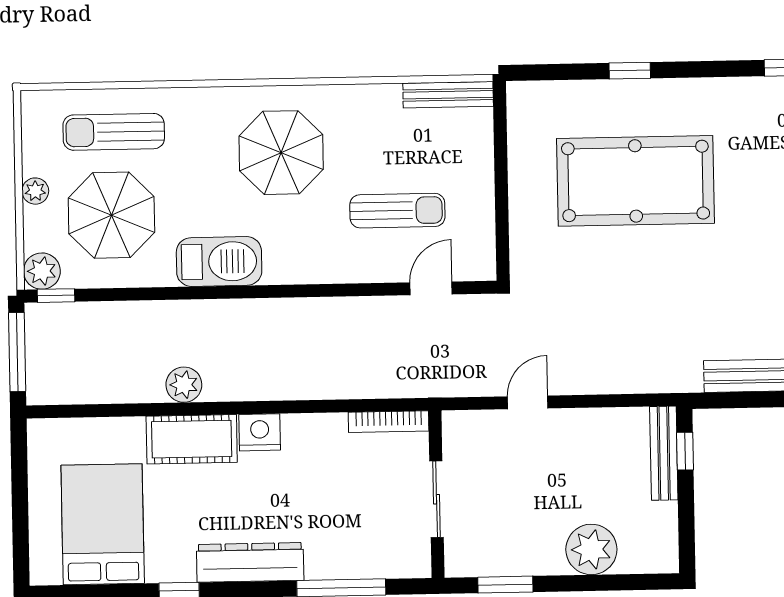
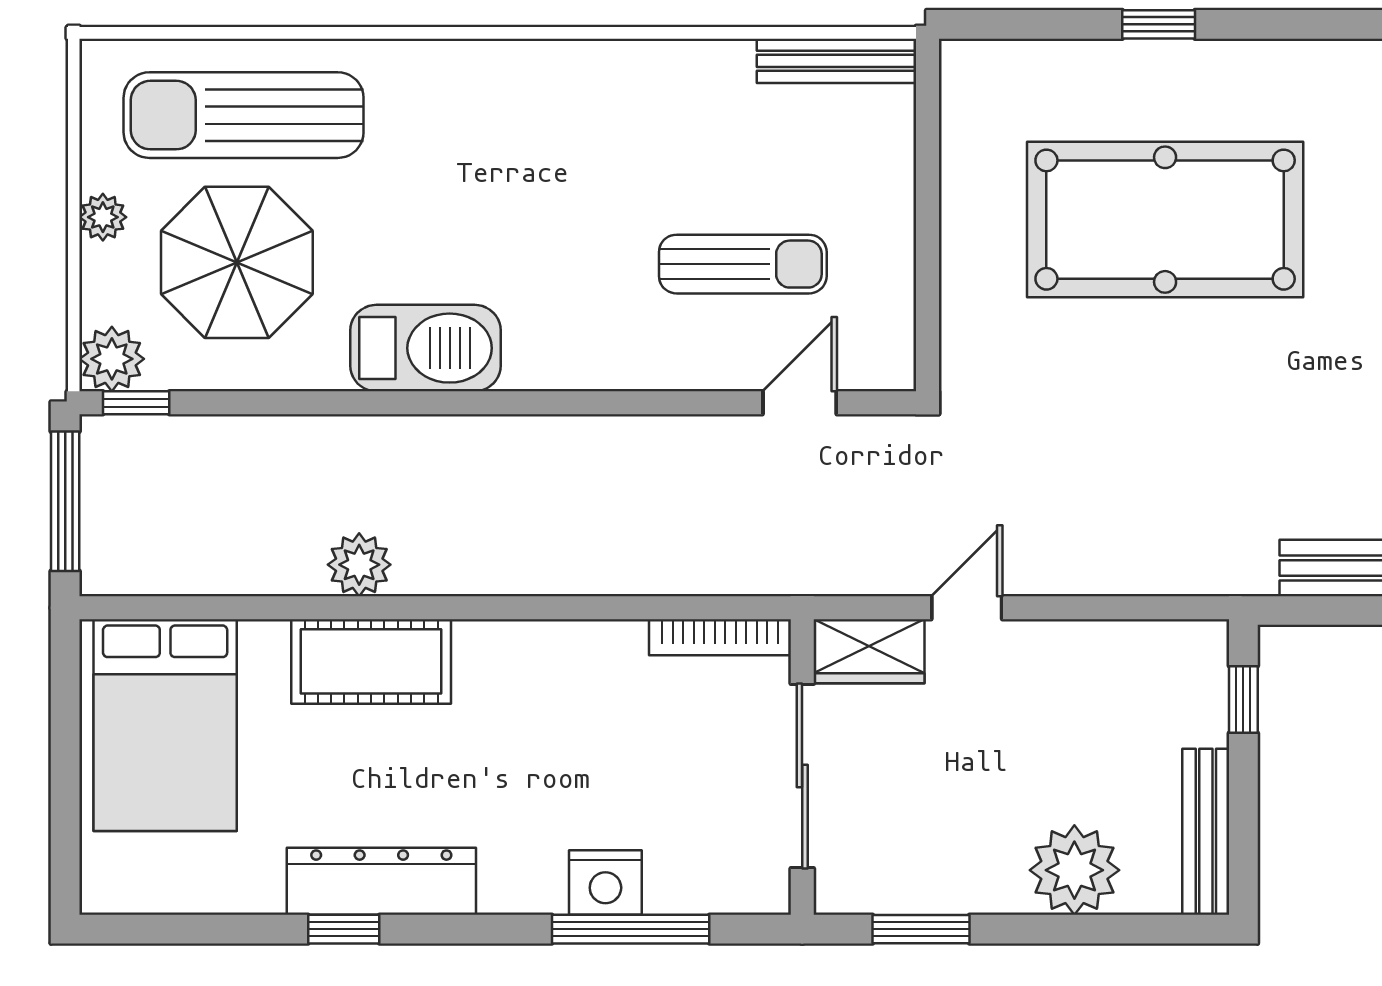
sun lounger: (114, 132) -> (244, 115), width x1.36, depth x1.34
parasol: (281, 153) -> (539, 157), removed
wardrobe: (473, 428) -> (869, 651), added
nightstand: (260, 432) -> (605, 883), moved, turned 180
bench: (664, 453) -> (1206, 832), moved
sliding door: (437, 499) -> (802, 776), width x1.37
bed: (103, 524) -> (165, 725), moved, turned 180
dresser: (250, 562) -> (381, 881), moved

